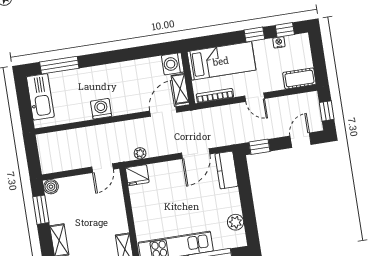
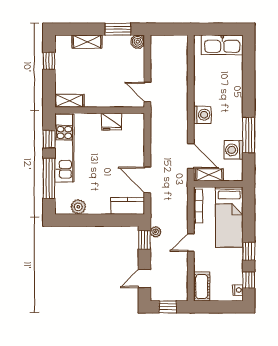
nightstand: (279, 42) -> (238, 290), moved
washing machine: (173, 64) -> (234, 150), moved, turned -90
window: (59, 65) -> (249, 135), moved
washing machine: (101, 109) -> (202, 115), moved
door: (301, 140) -> (144, 279), swing flipped
plant: (140, 153) -> (156, 232), moved
fridge: (137, 175) -> (112, 122), moved, turned -90

